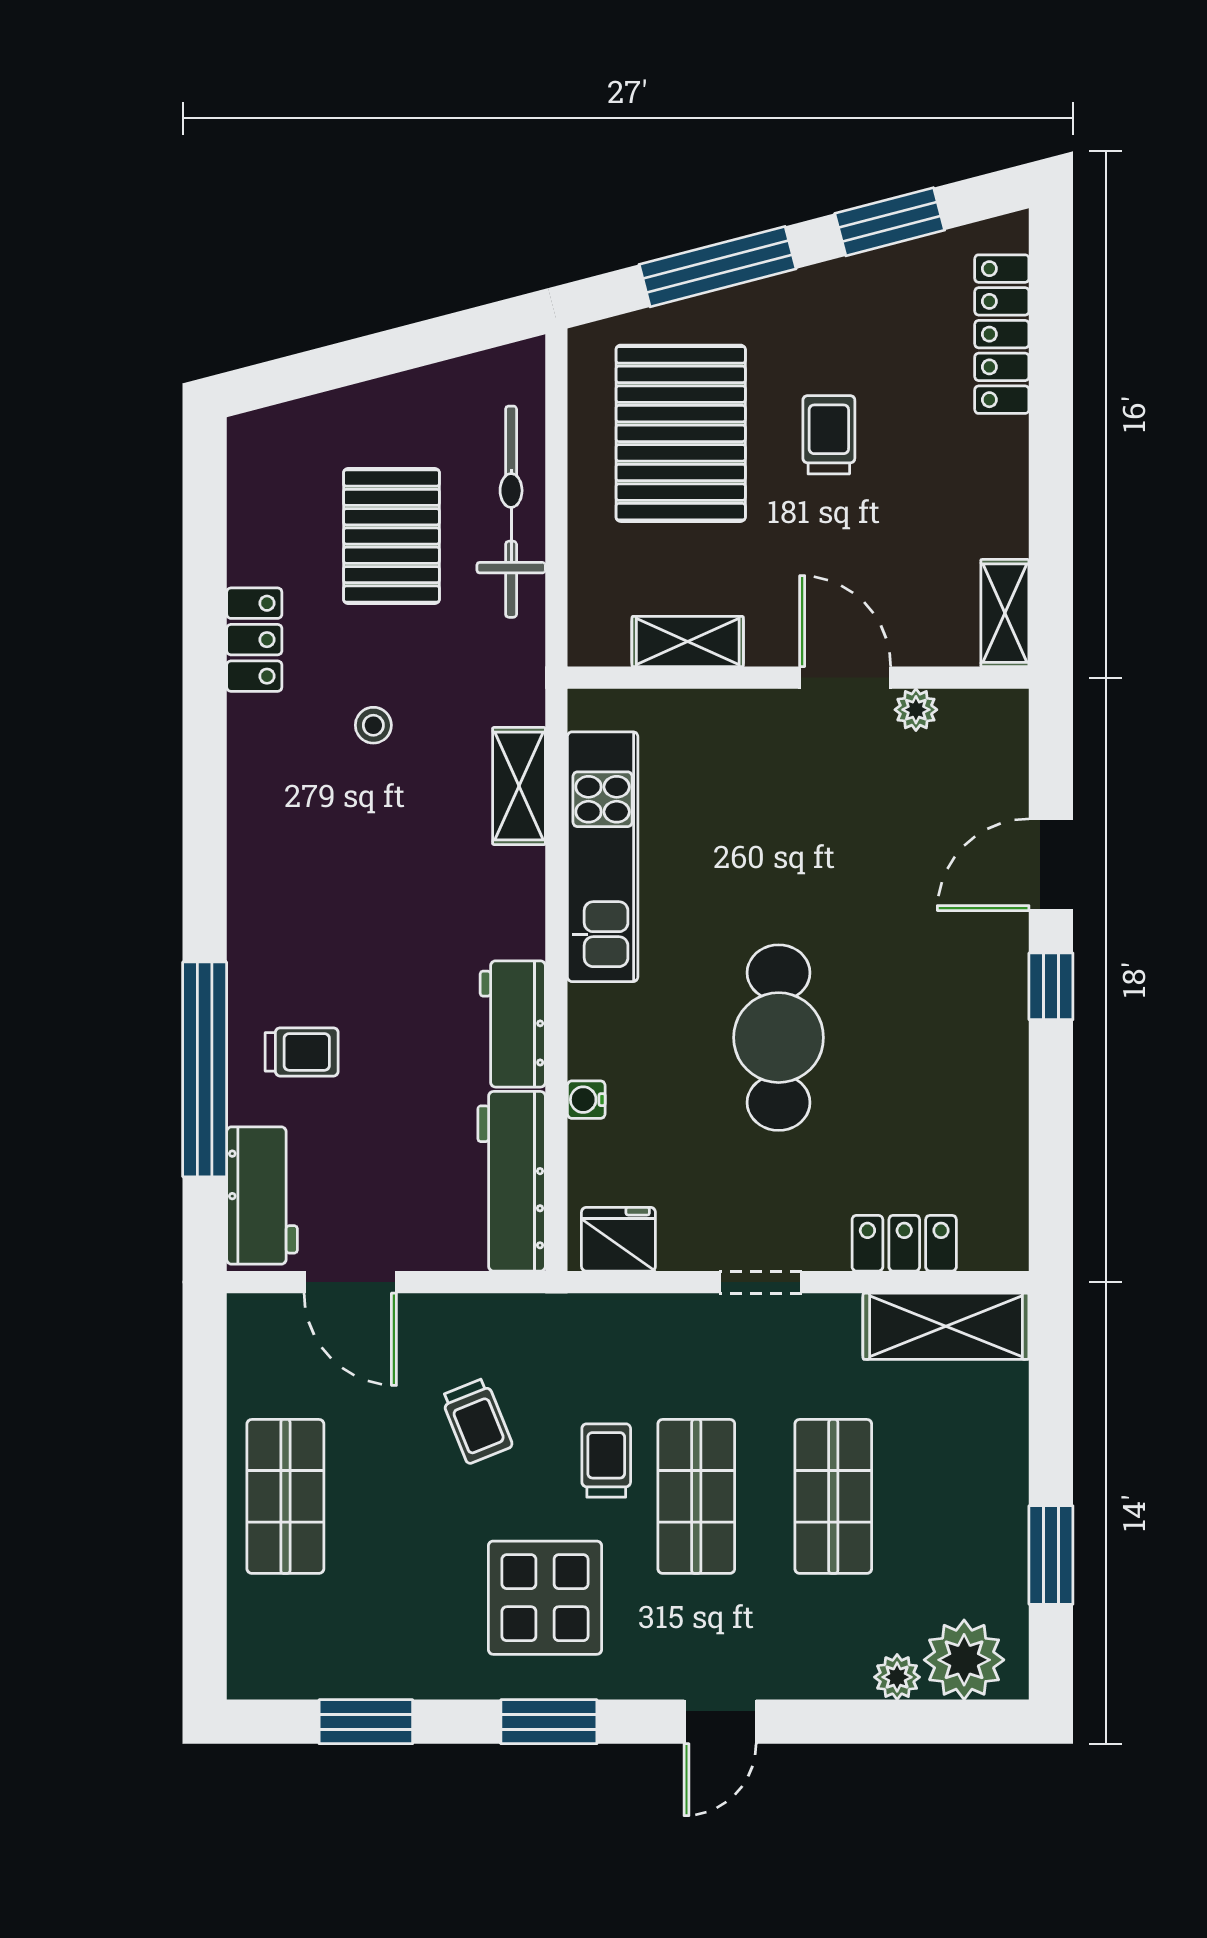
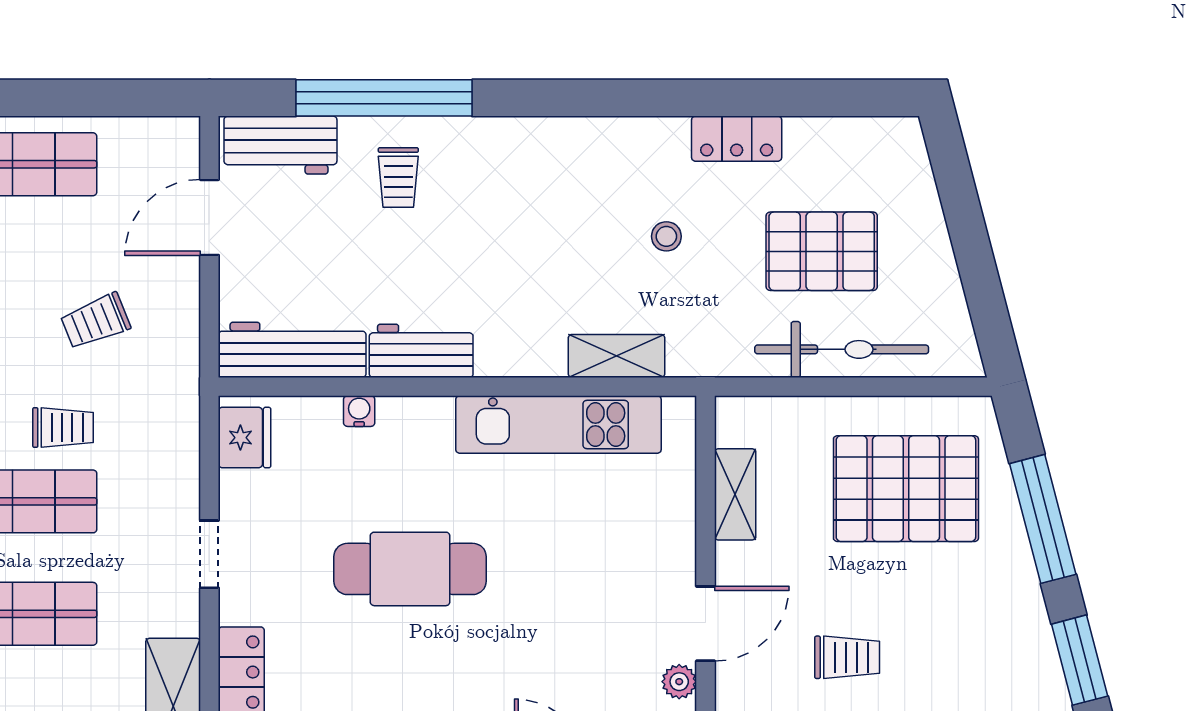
trolley: (829, 435) -> (847, 657), moved

